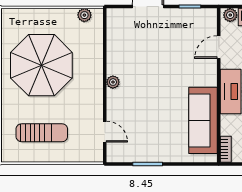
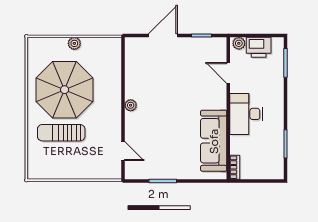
plant: (84, 15) -> (74, 43), moved
door: (219, 47) -> (228, 73), hinge flipped
sun lounger: (42, 133) -> (61, 133), moved, turned 180

